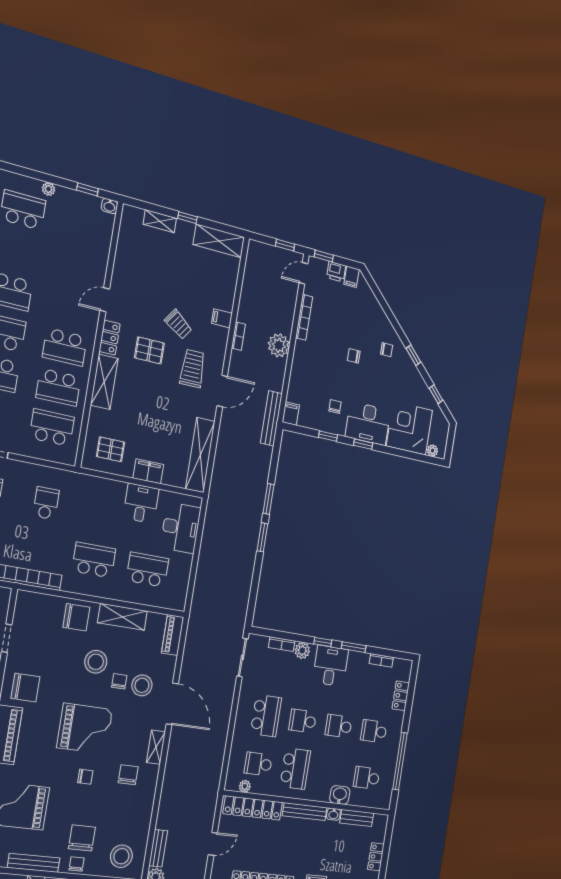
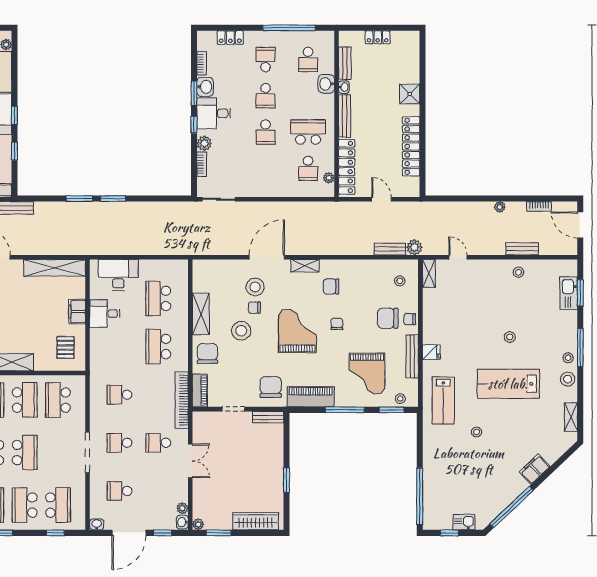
piano: (173, 635) -> (200, 390), moved, turned -90
washbasin: (358, 660) -> (205, 87), added
school desk: (266, 716) -> (266, 168), removed
school desk: (374, 731) -> (266, 59), turned 180
stool: (121, 856) -> (400, 281), width x0.53, depth x0.53

